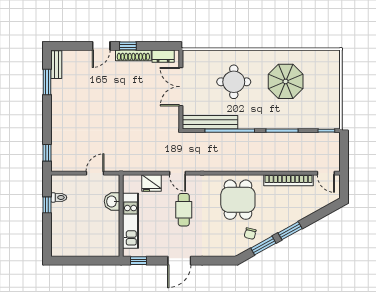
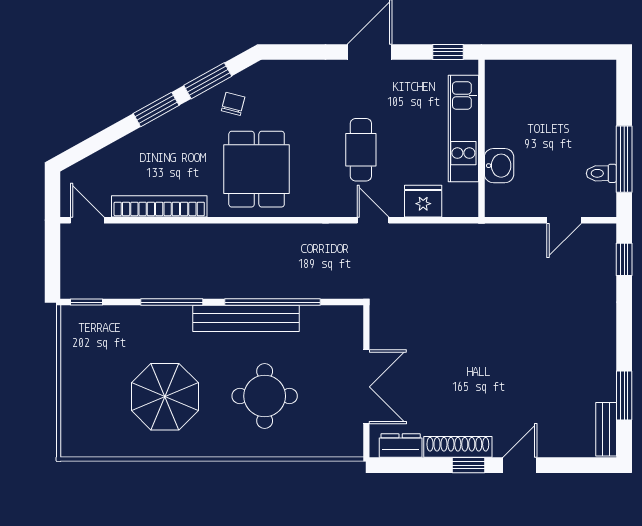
bench: (210, 122) -> (246, 318), moved
door: (95, 173) -> (564, 220), moved
window: (47, 205) -> (624, 159), width x2.17

